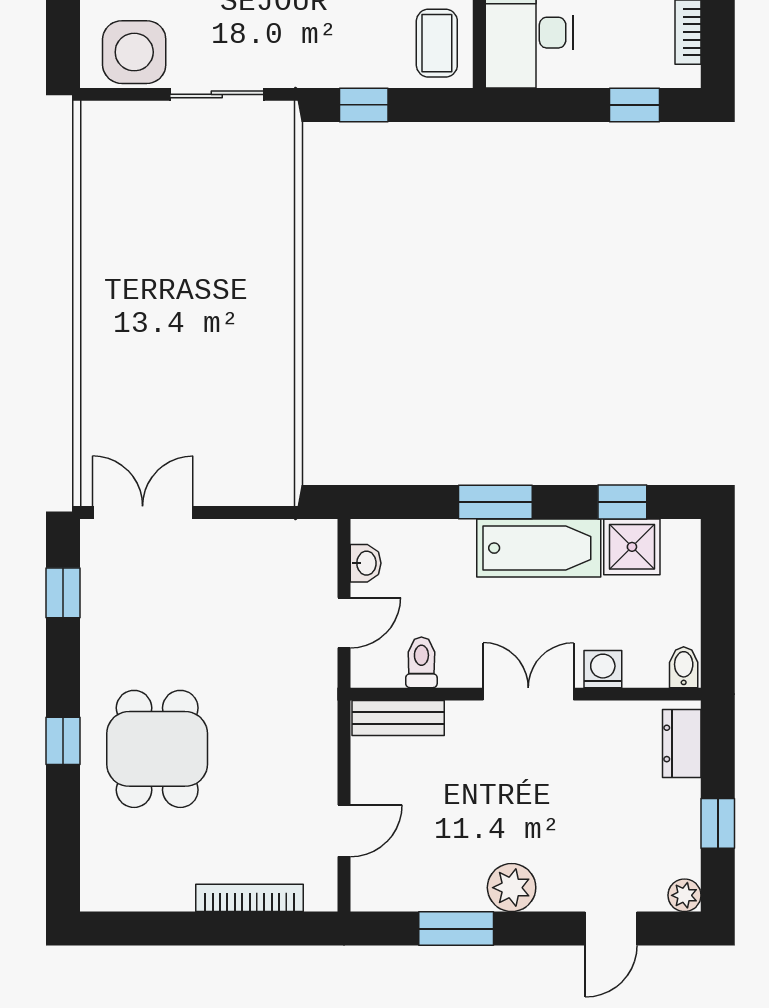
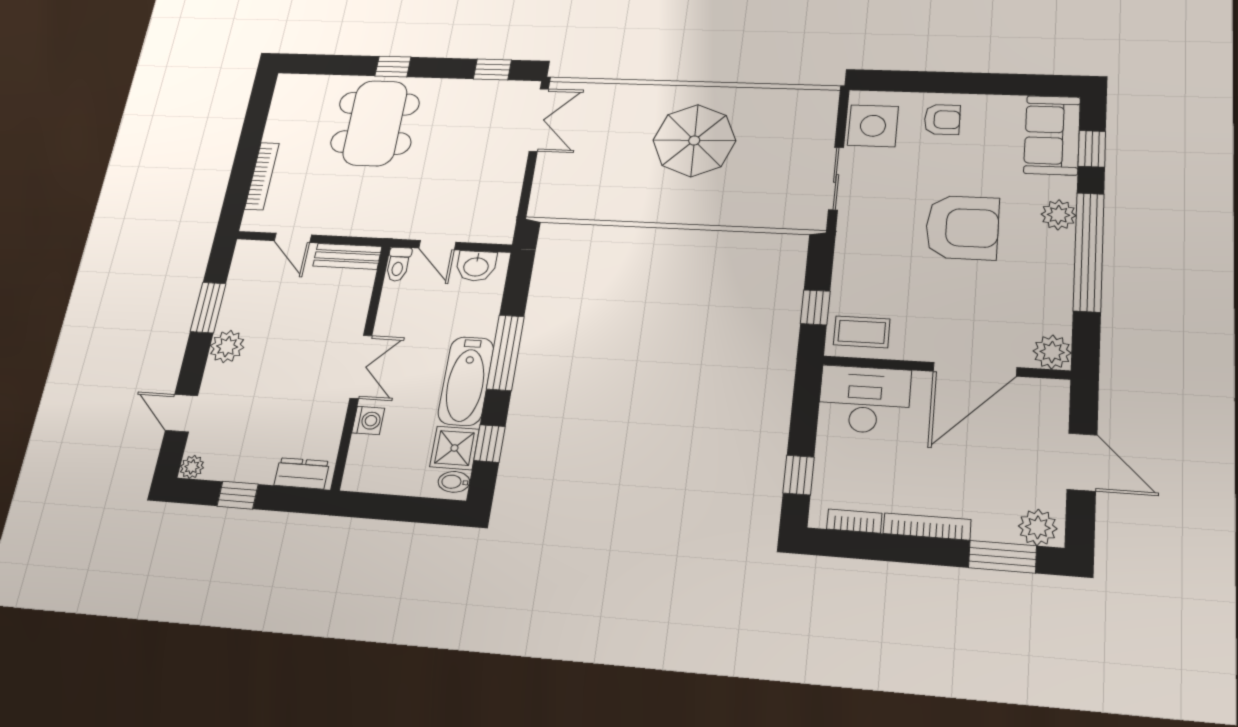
window: (364, 105) -> (815, 307), moved
parasol: (167, 291) -> (694, 141), added
window: (495, 502) -> (505, 353), width x1.44
washbasin: (366, 563) -> (476, 266), width x1.38, depth x1.45
toilet: (421, 662) -> (398, 264), moved, turned 90
bidet: (684, 667) -> (454, 482), moved, turned 180
bench: (398, 718) -> (347, 256), moved, turned 90
dining table: (157, 749) -> (375, 123), width x1.38

